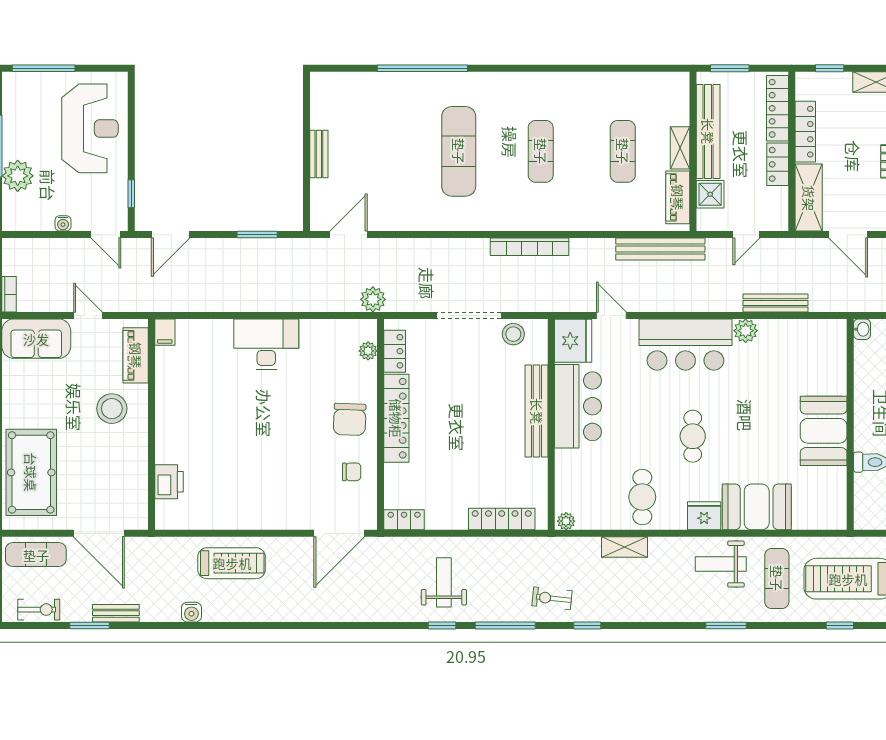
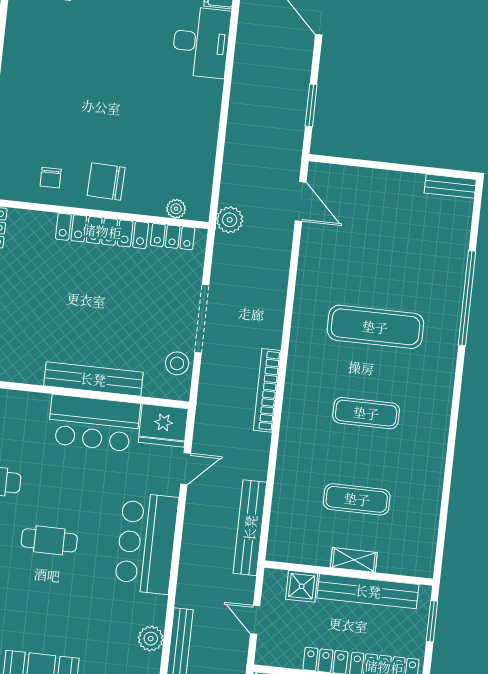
bench: (319, 154) -> (450, 186), moved
piano: (678, 197) -> (302, 552), removed
plant: (746, 331) -> (151, 639), moved
desk: (266, 344) -> (201, 42), moved

